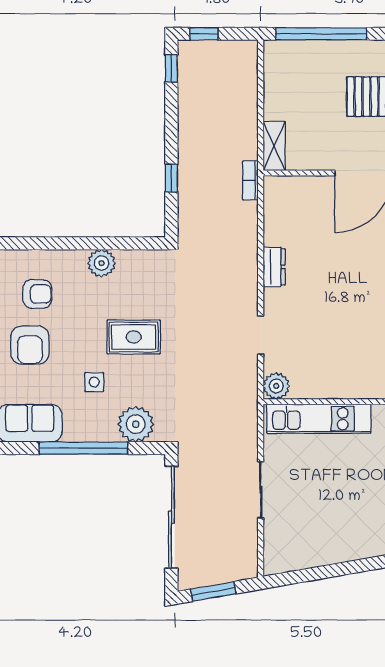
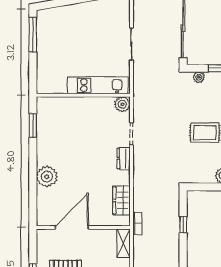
wardrobe: (278, 220) -> (121, 200), added
dresser: (274, 267) -> (124, 158), moved
plant: (136, 424) -> (199, 77), width x0.53, depth x0.53

